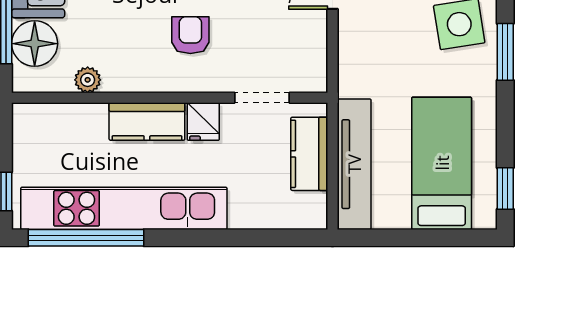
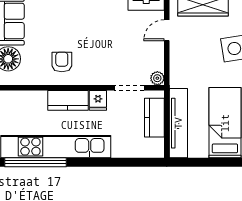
armchair: (190, 35) -> (62, 62), moved
plant: (88, 80) -> (157, 78), moved

